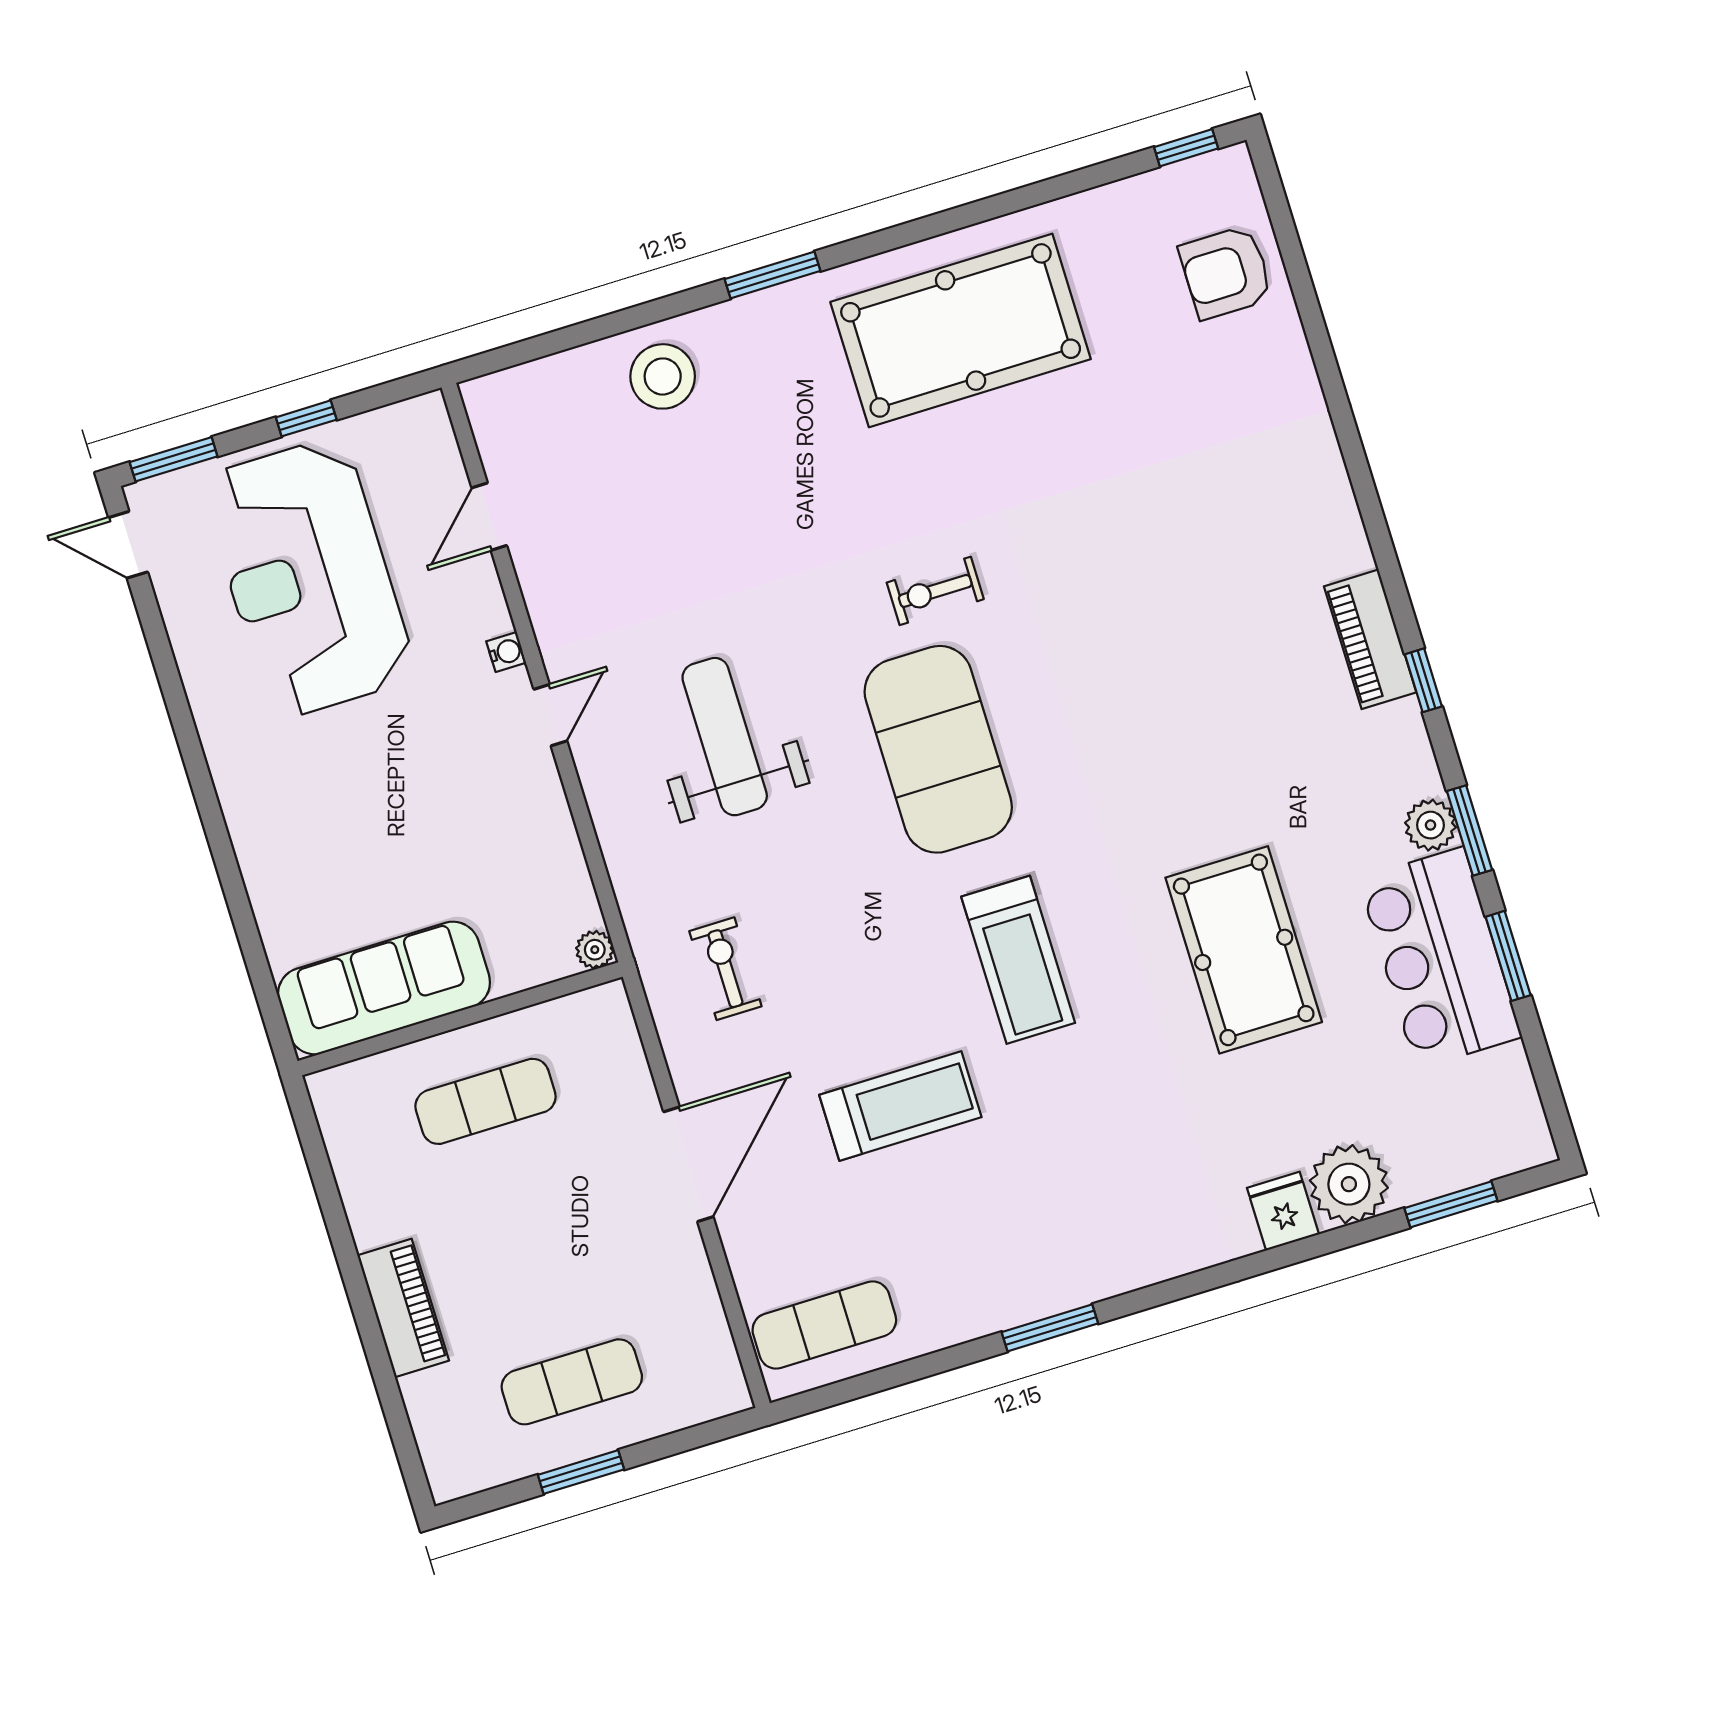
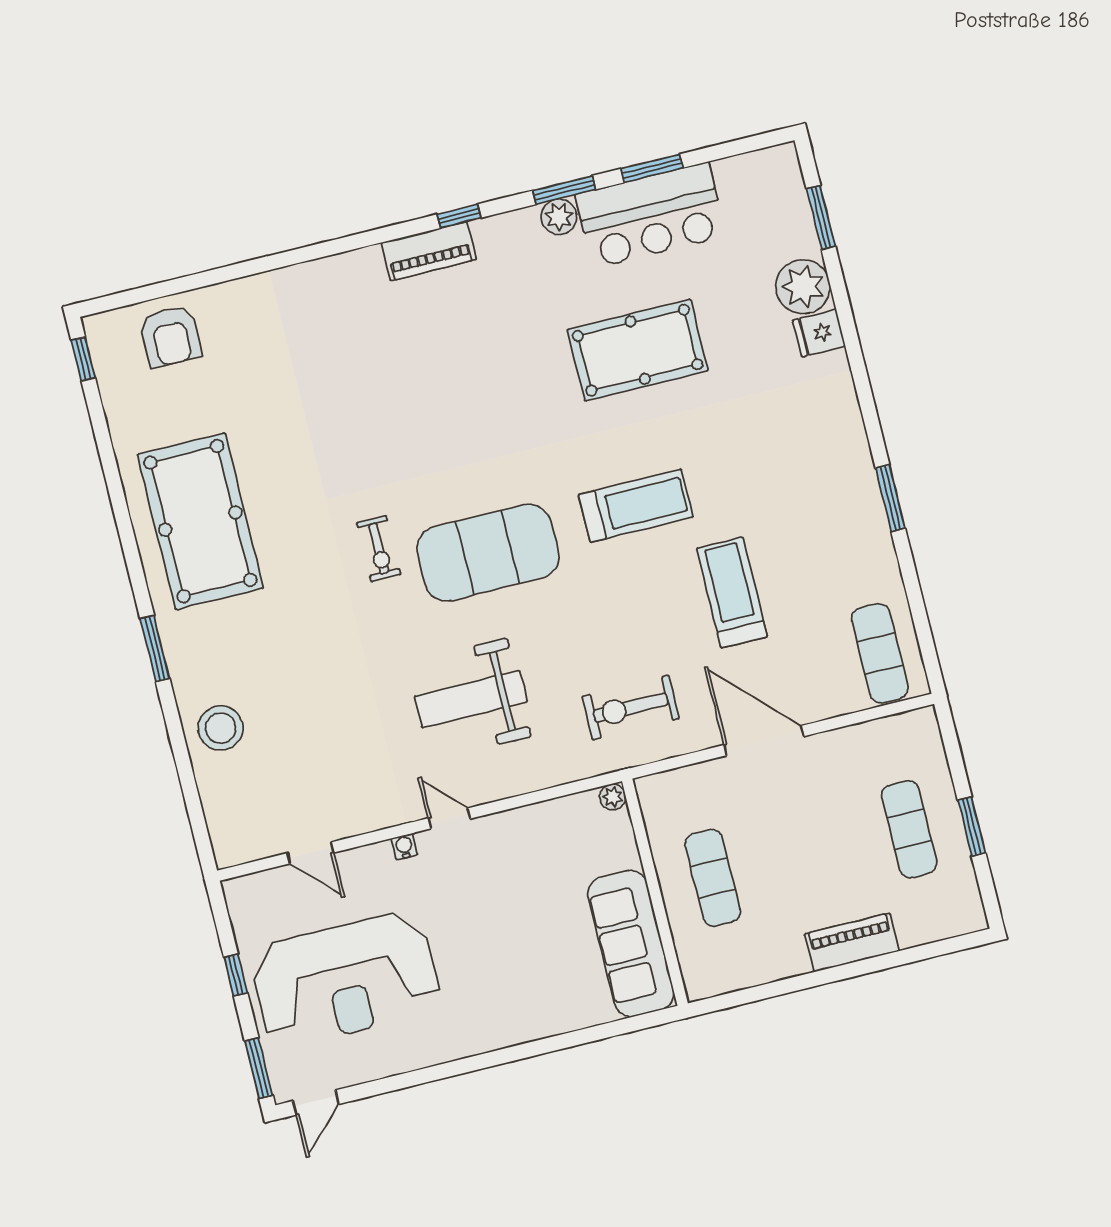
exercise bike: (725, 969) -> (631, 708), width x1.38, depth x1.39

